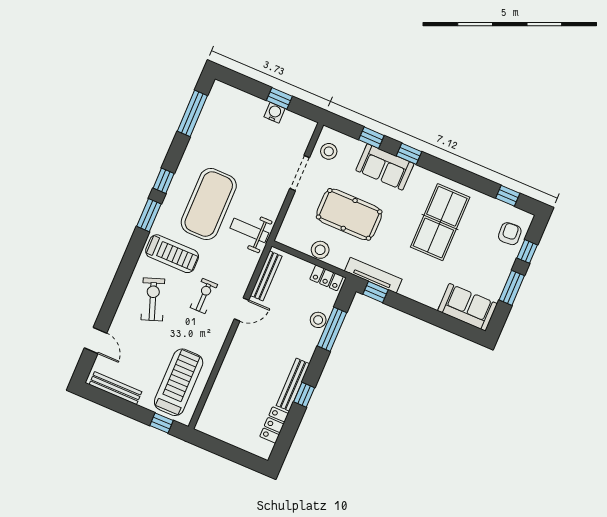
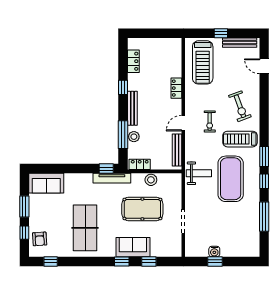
window: (192, 113) -> (264, 217), moved
stool: (329, 151) -> (171, 242), removed
locker: (230, 362) -> (176, 88), added
bench: (293, 385) -> (132, 108), moved
window: (161, 423) -> (221, 33), moved

